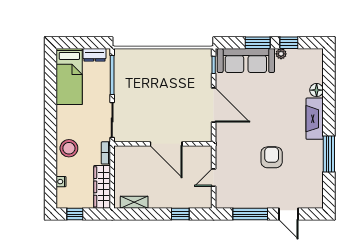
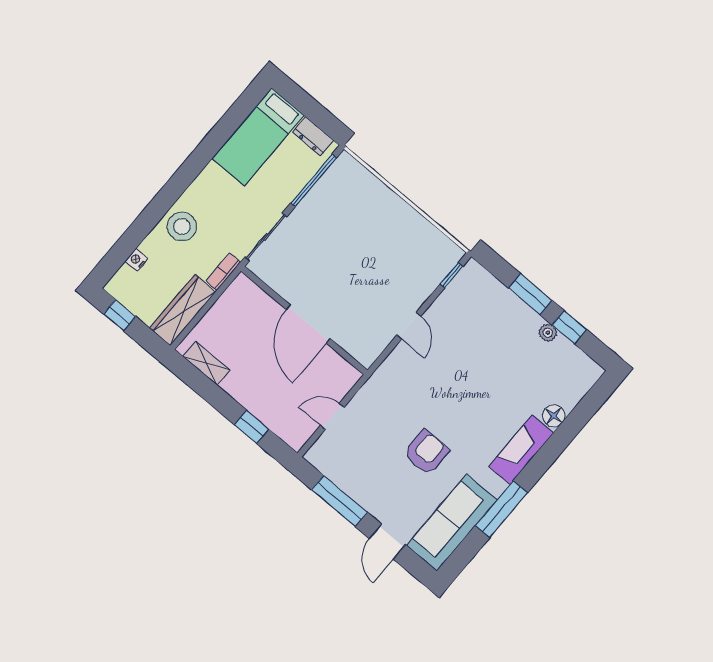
sofa: (246, 60) -> (452, 523), moved, turned 90
door: (214, 105) -> (409, 326), width x0.53

